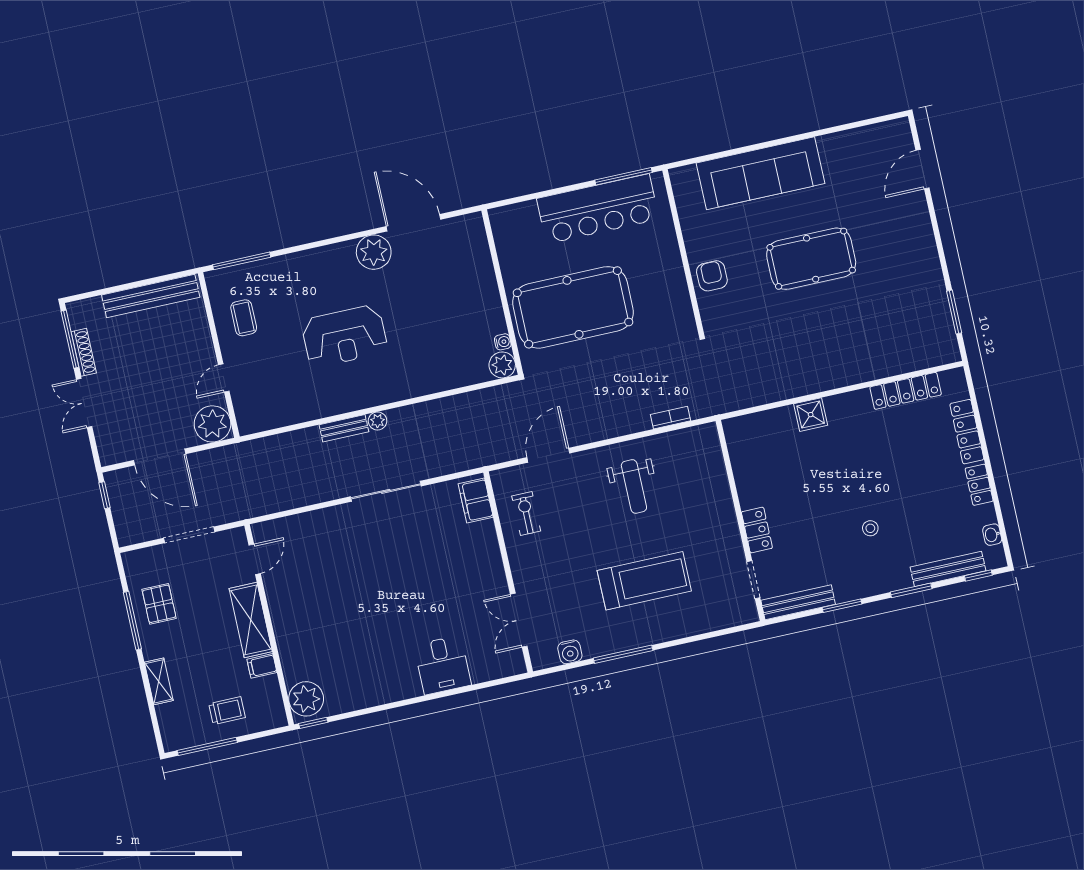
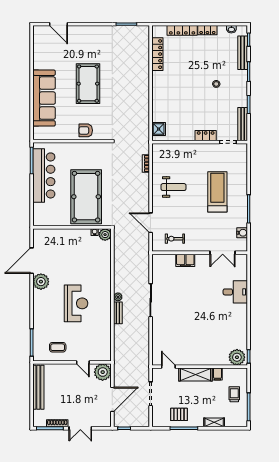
shower: (811, 415) -> (159, 129), moved
filing cabinet: (476, 500) -> (185, 260), moved

